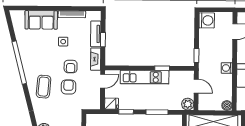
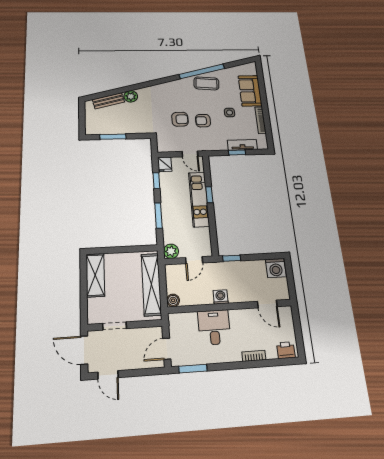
fireplace: (96, 59) -> (214, 146), removed
window: (162, 68) -> (209, 195), moved
coffee table: (44, 87) -> (206, 83), moved

